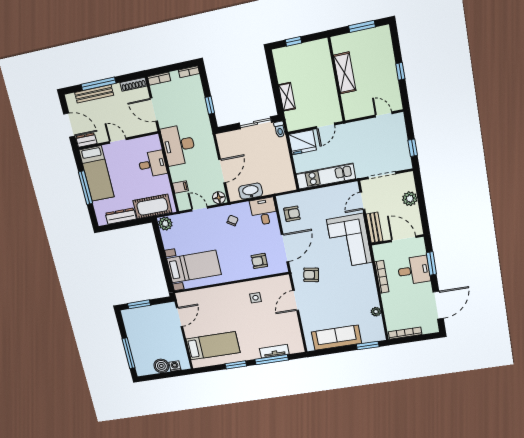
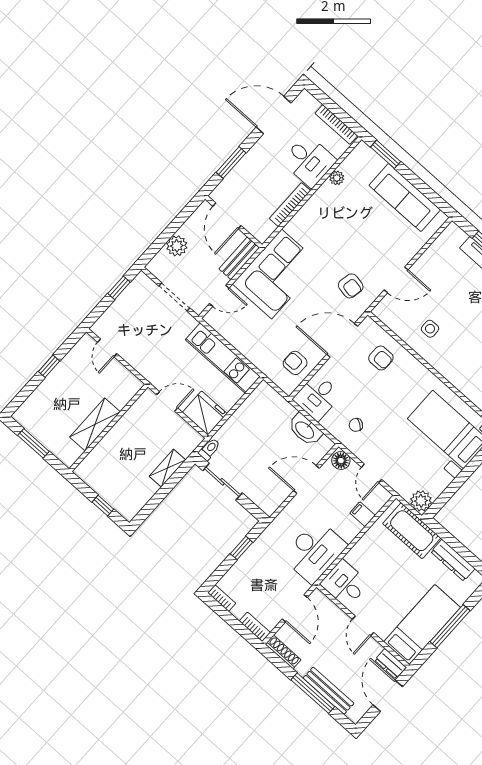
desk: (152, 164) -> (345, 584), moved
desk: (414, 270) -> (309, 161), moved, turned 180

